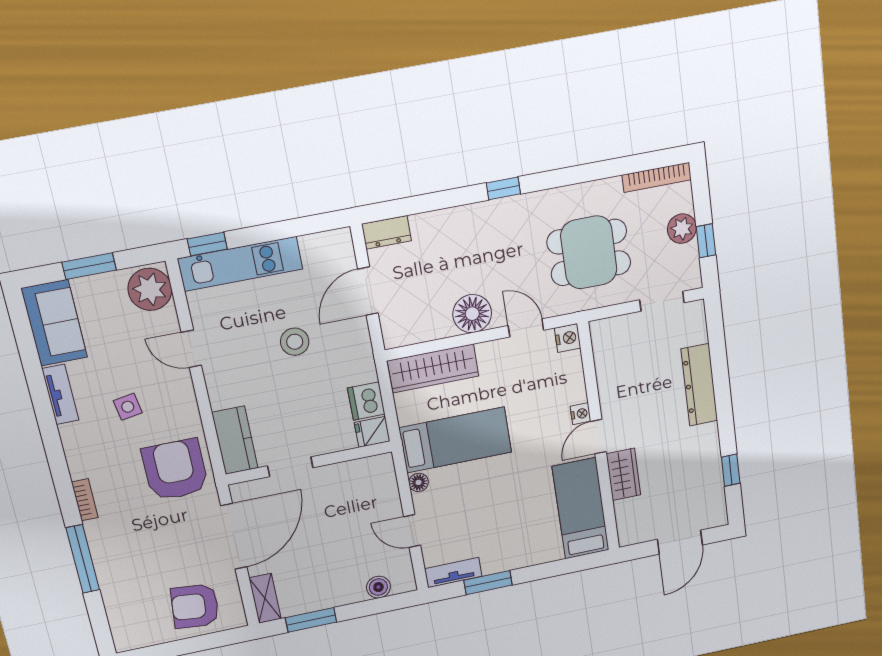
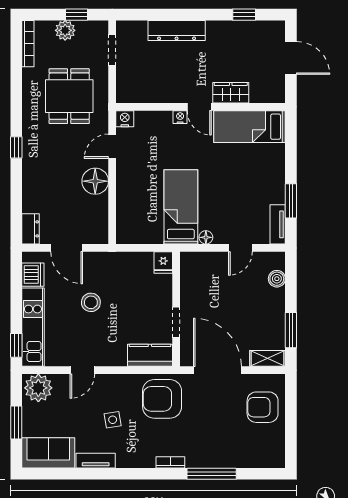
wardrobe: (433, 368) -> (128, 214), removed
dishwasher: (366, 401) -> (33, 275), moved, turned -90
armchair: (195, 606) -> (263, 407), turned 84

